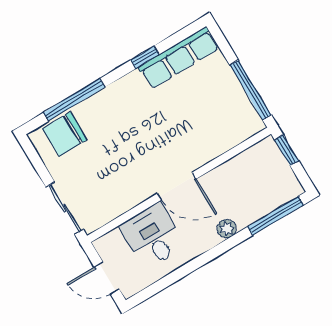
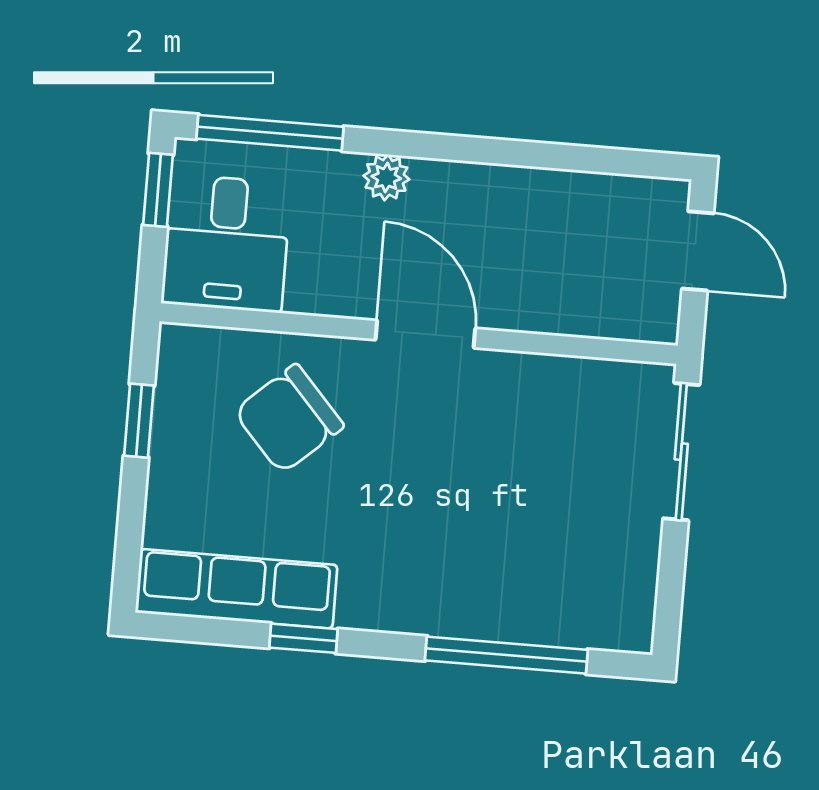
window: (251, 90) -> (139, 421), width x0.46
chair: (65, 134) -> (289, 419), moved, turned 138
window: (287, 150) -> (158, 190), moved
desk: (152, 236) -> (226, 243), moved

